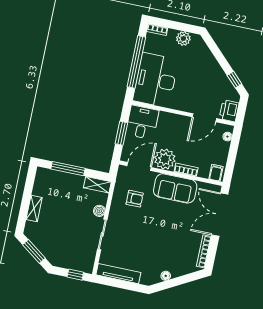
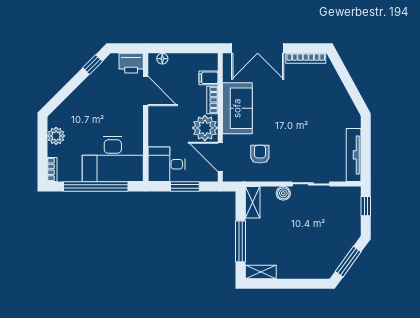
filing cabinet: (216, 173) -> (209, 78), moved
shelving: (34, 209) -> (261, 272), moved
floor lamp: (166, 276) -> (344, 98), removed

